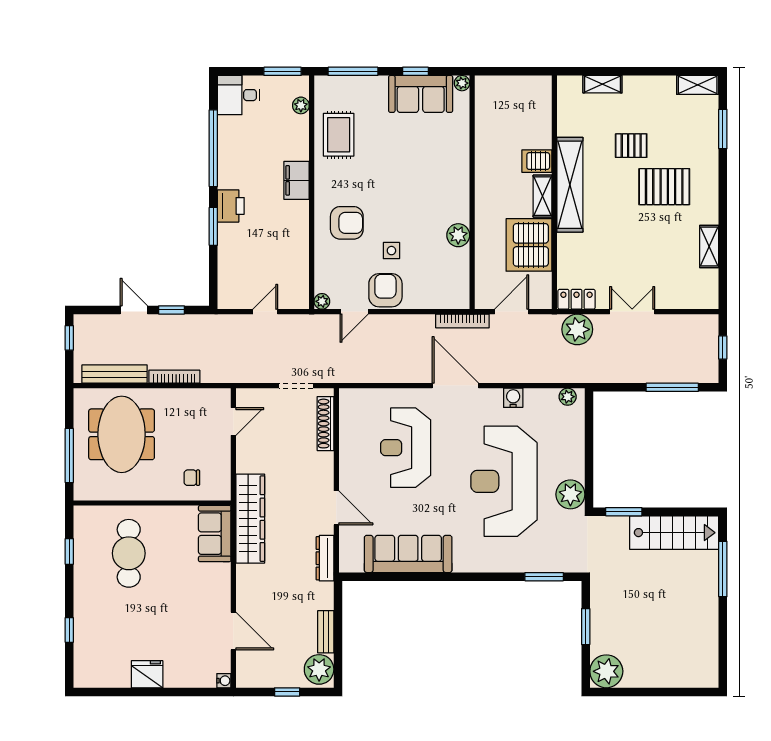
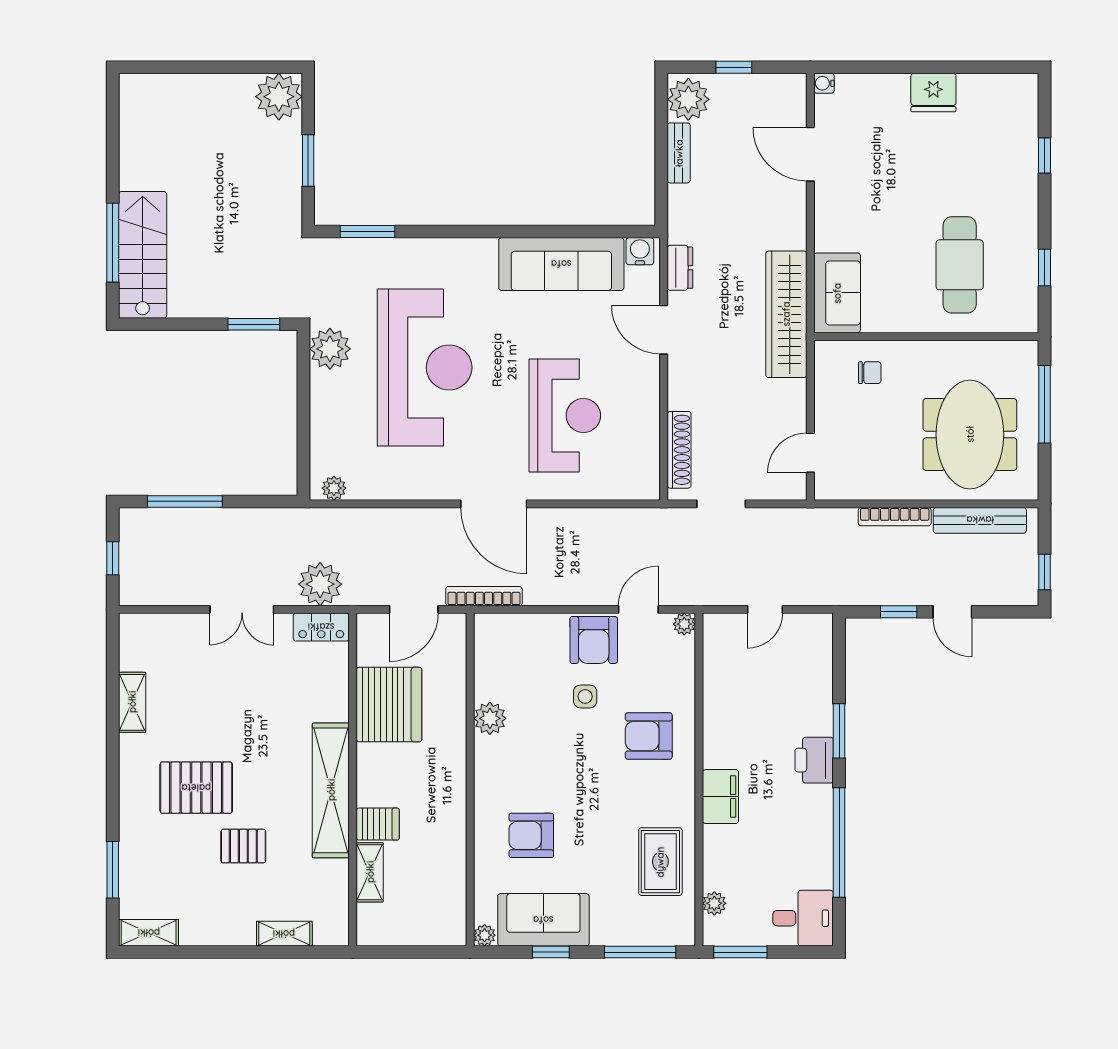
armchair: (429, 153) -> (531, 835), added
shelving: (543, 196) -> (370, 872), moved
water cooler: (513, 398) -> (640, 251), moved, turned 180
stairs: (674, 533) -> (143, 255), moved, turned 90
dresser: (325, 558) -> (680, 268), width x0.70

